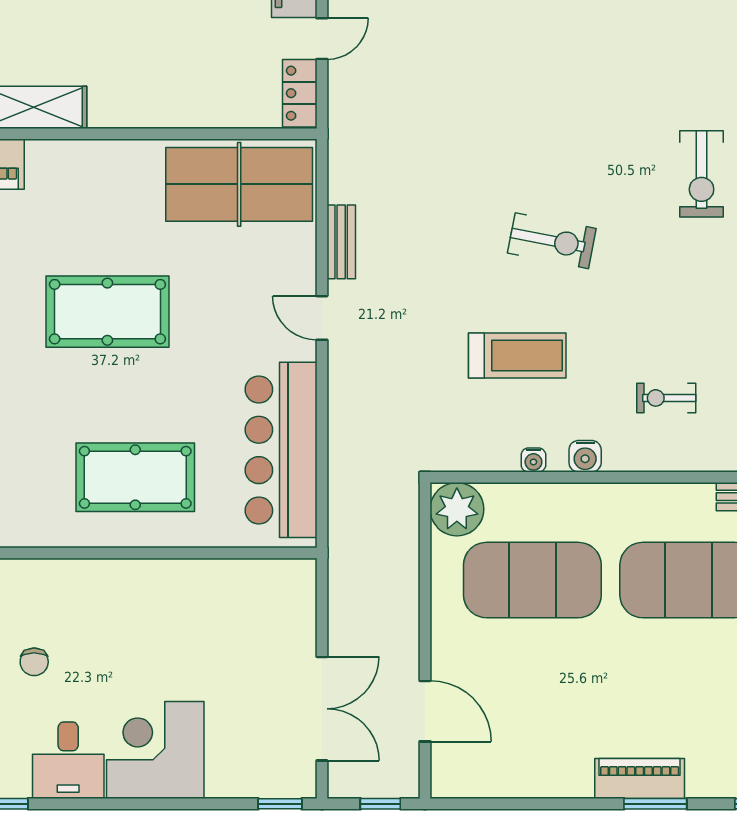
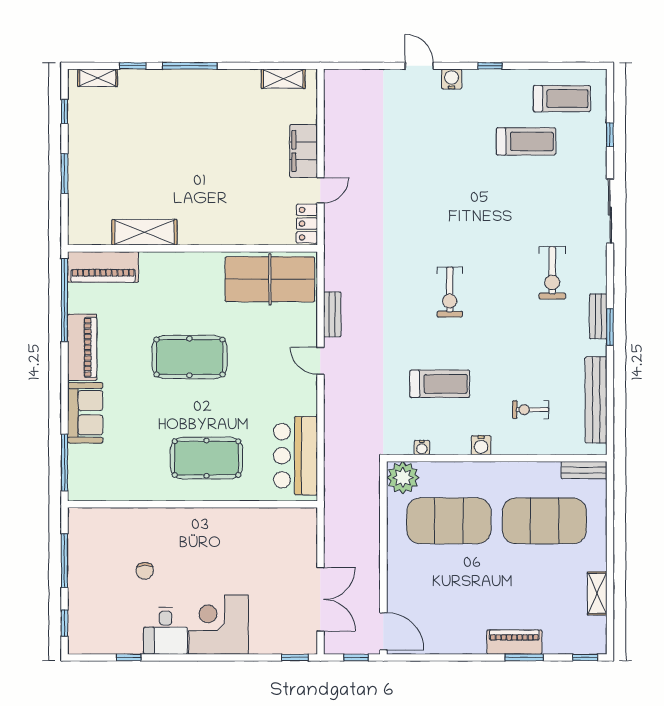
exercise bike: (552, 241) -> (450, 292), moved, turned 79
bar counter: (281, 450) -> (295, 456), width x0.73
water cooler: (533, 460) -> (422, 448), moved
door: (425, 711) -> (383, 631), moved

